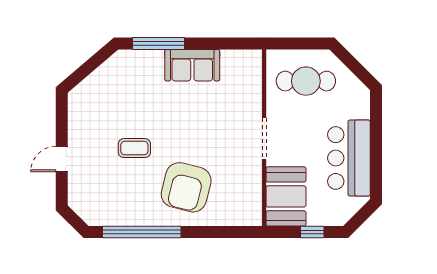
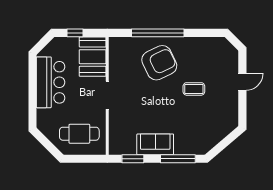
window: (226, 44) -> (133, 159), added
armchair: (186, 187) -> (159, 63), turned 50
window: (142, 232) -> (158, 33), moved

